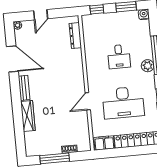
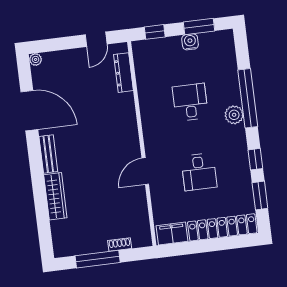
water cooler: (144, 14) -> (190, 42), moved
door: (41, 15) -> (96, 39), moved
desk: (119, 57) -> (190, 102), turned 180
desk: (123, 103) -> (199, 172), width x0.53, depth x0.77

